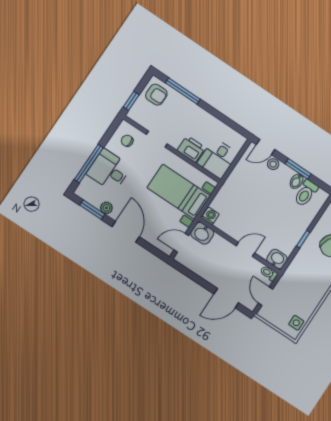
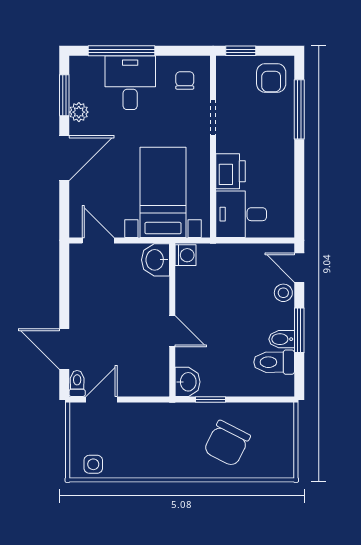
washing machine: (210, 216) -> (186, 255), moved
washbasin: (202, 233) -> (155, 260), moved
wall: (239, 245) -> (172, 320), moved
door: (245, 249) -> (172, 331), moved
washbasin: (277, 259) -> (187, 382), moved
toilet: (269, 273) -> (77, 383), moved

